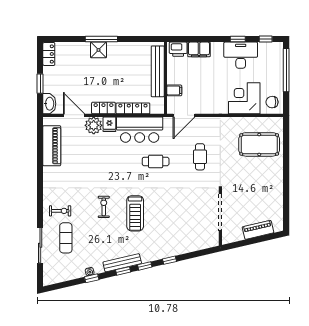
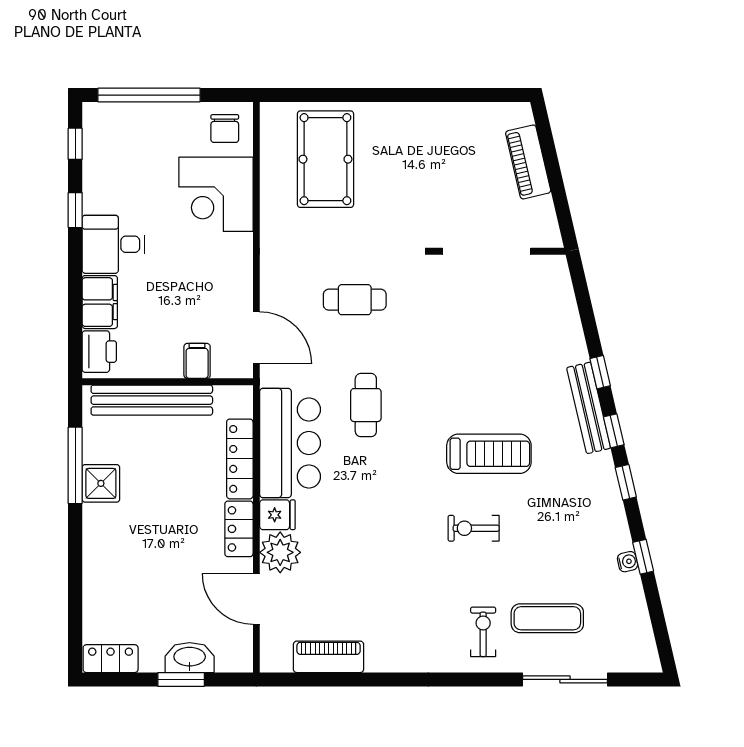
window: (101, 39) -> (75, 465), moved
shower: (98, 50) -> (101, 483), moved
desk: (241, 55) -> (113, 244), moved, width x0.73
washbasin: (49, 104) -> (190, 658), moved
door: (74, 115) -> (256, 599), hinge flipped
piano: (52, 146) -> (329, 657), width x0.73, depth x0.75
bench: (122, 263) -> (589, 408), moved

